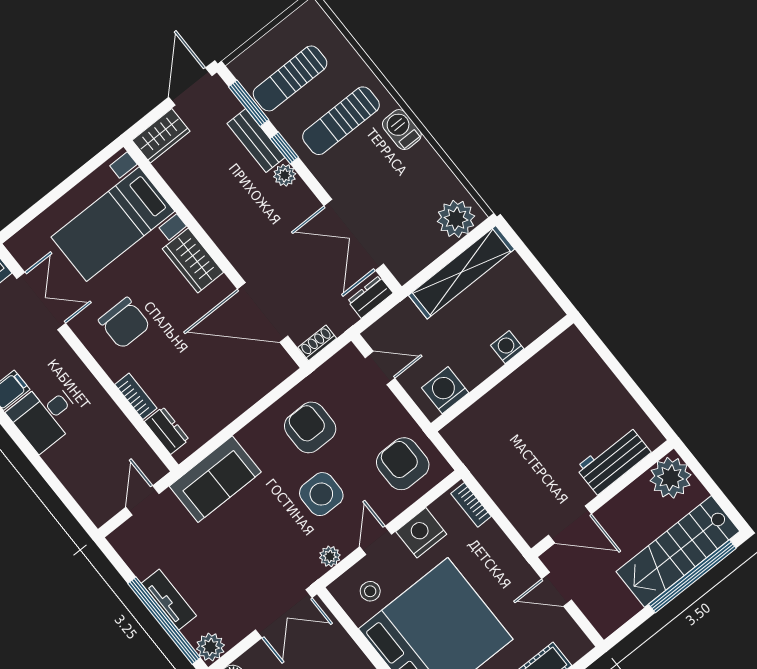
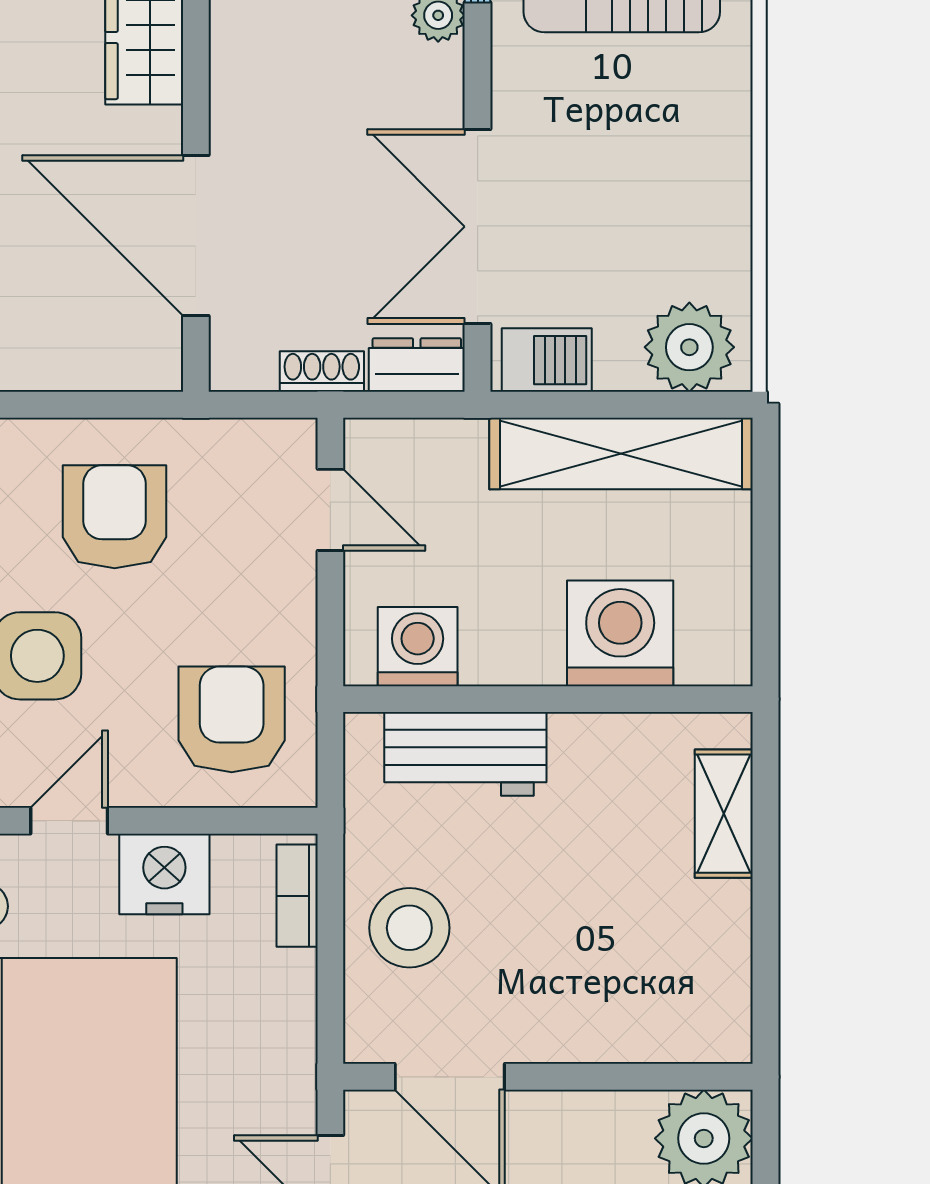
barbecue: (402, 130) -> (547, 360), moved, turned 90
shoe rack: (317, 343) -> (322, 372), moved
washing machine: (507, 347) -> (620, 633), width x1.89, depth x1.89
shelving: (591, 365) -> (724, 814), added
workbench: (613, 460) -> (465, 754), moved, turned 180
stool: (517, 486) -> (409, 928), added

